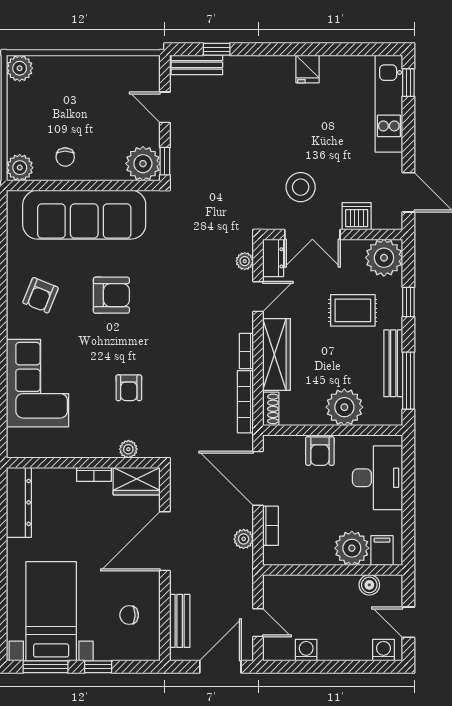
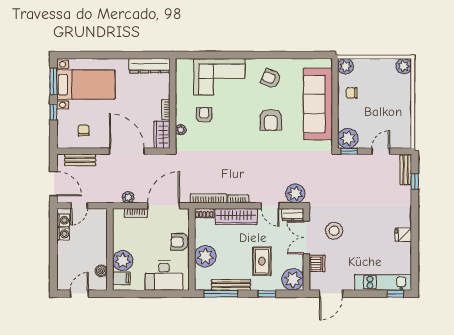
plant: (245, 261) -> (295, 193), width x1.88, depth x1.88
armchair: (129, 388) -> (204, 115), moved, turned 90
washing machine: (384, 650) -> (63, 220), moved

